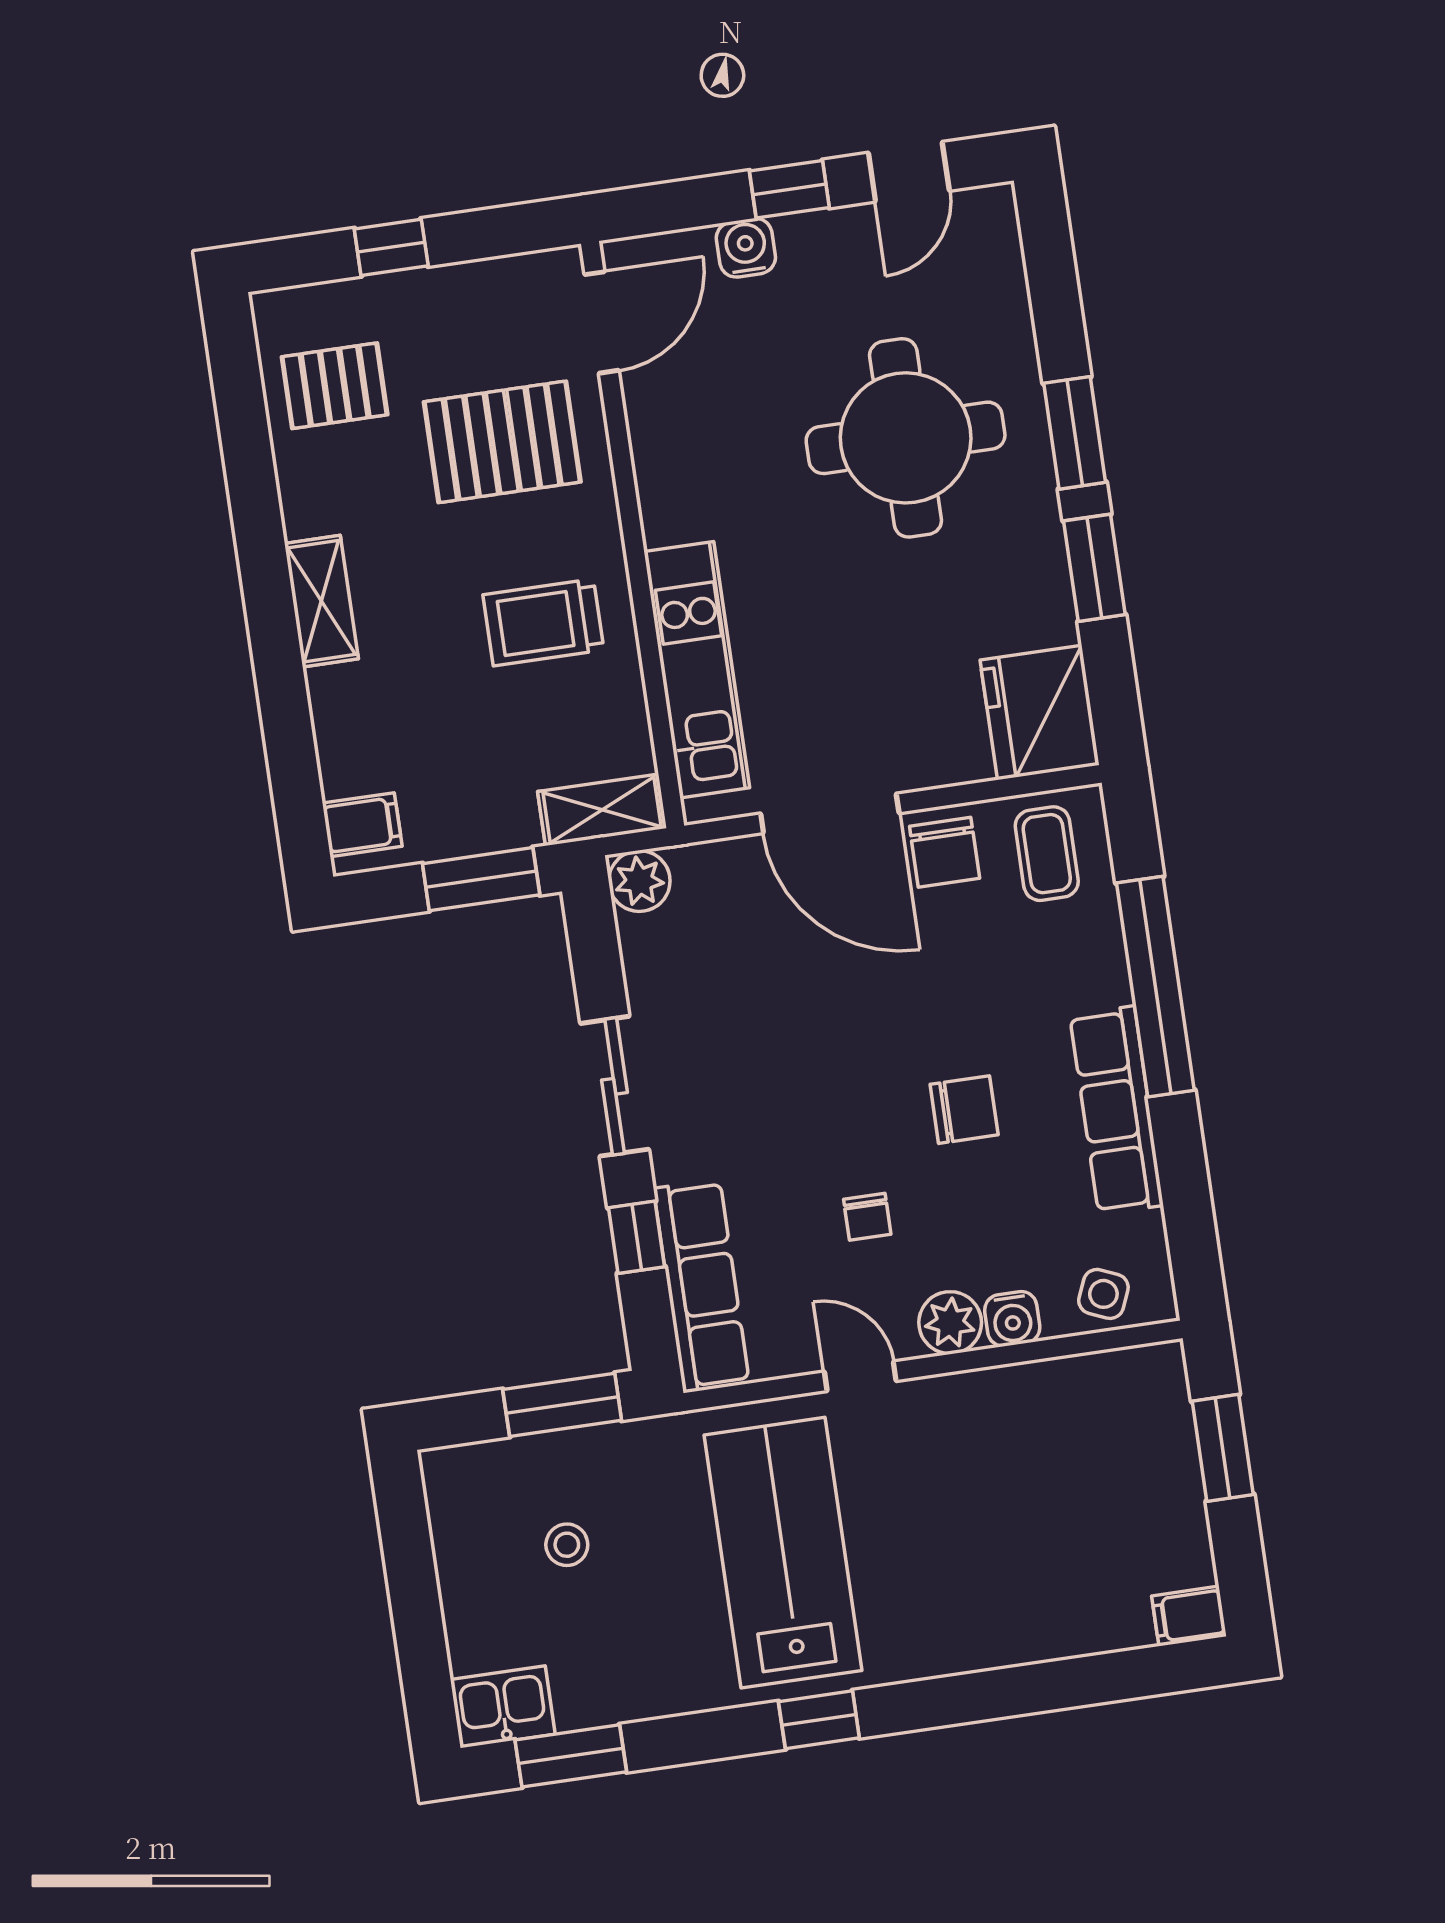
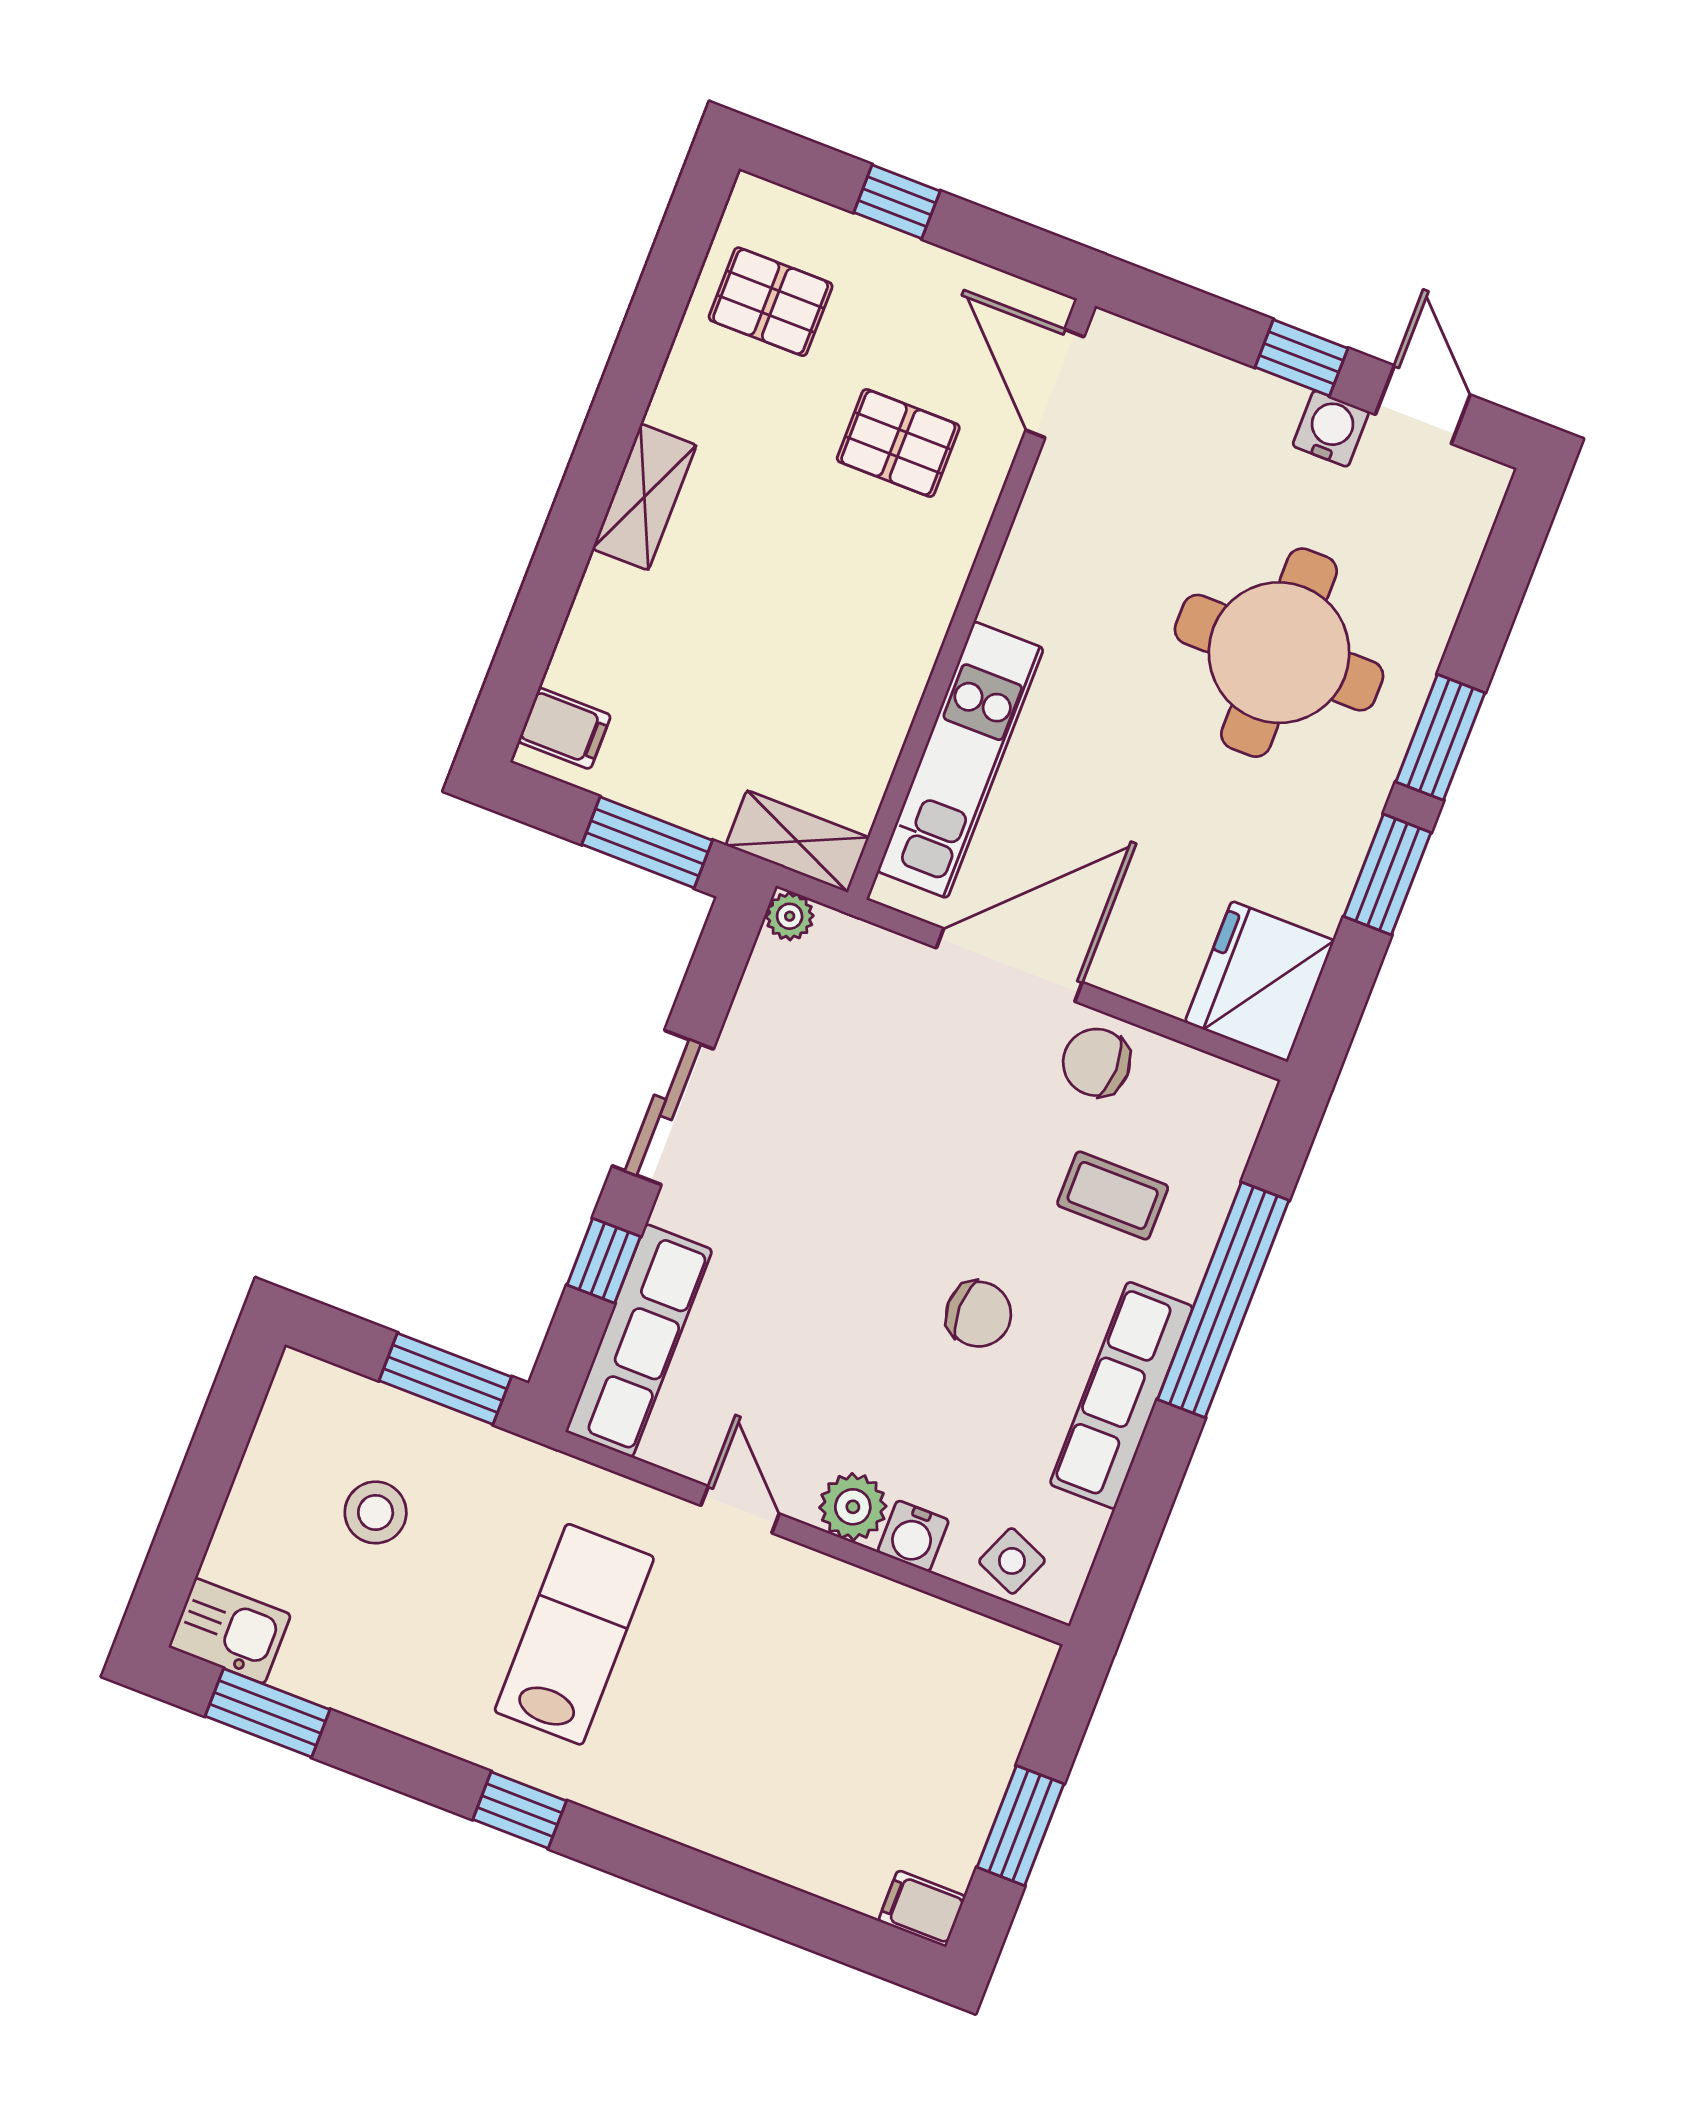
door: (909, 172) -> (1423, 405), swing flipped
water cooler: (746, 248) -> (1331, 429), moved
door: (602, 322) -> (1055, 384), swing flipped
pallet: (502, 442) -> (898, 443), width x0.67, depth x0.71
trolley: (543, 622) -> (841, 634), removed
door: (830, 813) -> (1009, 965), swing flipped
chair: (945, 852) -> (1096, 1062), turned 90
coffee table: (1047, 854) -> (1113, 1195), moved, turned 90
plant: (639, 881) -> (790, 916), width x0.73, depth x0.73
chair: (867, 1217) -> (831, 1363), removed
window: (1223, 1448) -> (1020, 1826), moved
stool: (567, 1545) -> (376, 1512), width x1.37, depth x1.37
lab bench: (783, 1553) -> (574, 1634), width x0.73, depth x0.72

